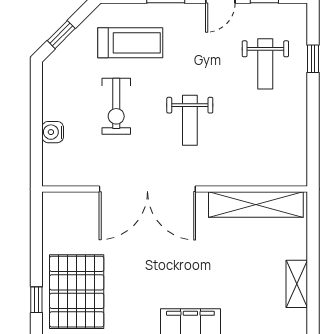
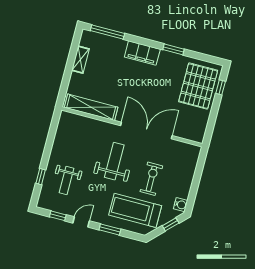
treadmill: (130, 43) -> (135, 210), width x1.37, depth x1.38
weight bench: (265, 64) -> (67, 180), turned 180
weight bench: (190, 120) -> (114, 161), width x1.36, depth x1.33
water cooler: (53, 132) -> (181, 205), moved

